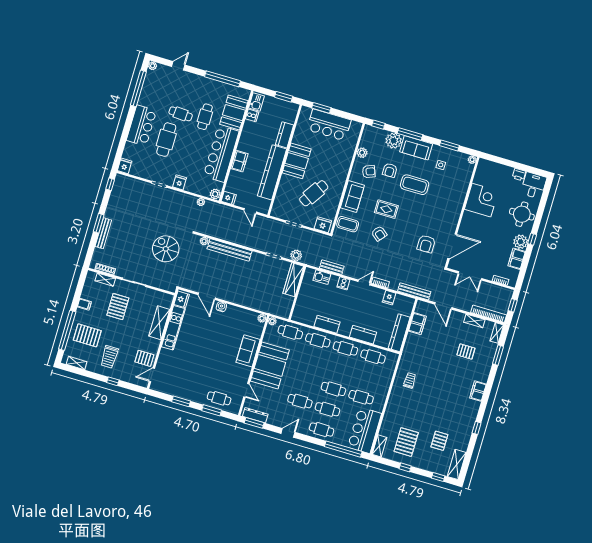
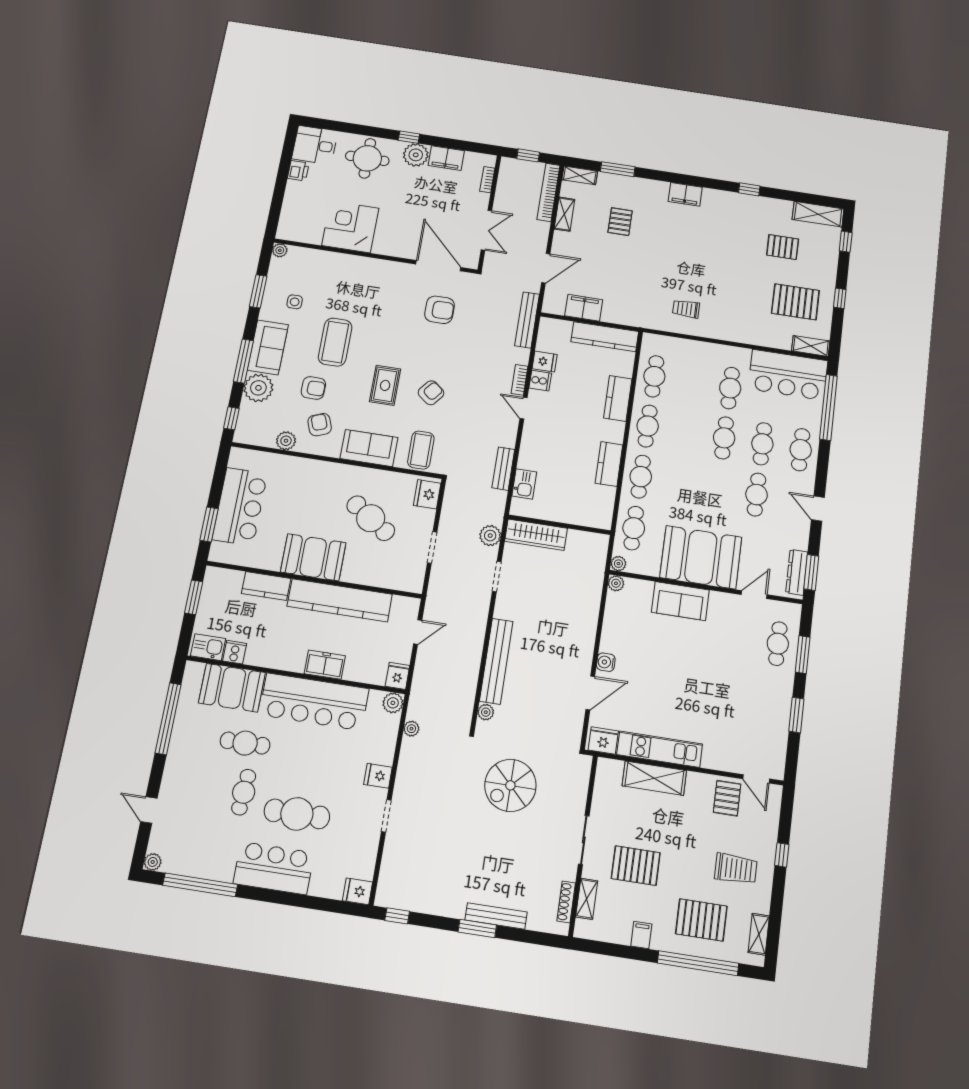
cooker: (343, 283) -> (540, 381), moved
pallet: (87, 335) -> (701, 920), turned 90

